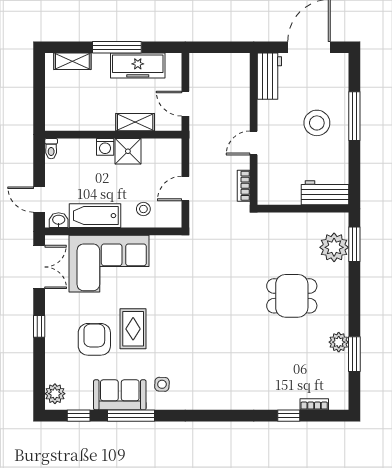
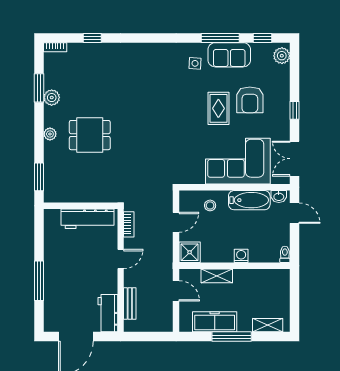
bench: (242, 88) -> (130, 303), added
stool: (317, 123) -> (69, 275), removed
shower: (128, 151) -> (190, 252), moved
workbench: (325, 193) -> (87, 219), moved, width x1.38
plant: (334, 247) -> (50, 134), moved, width x0.53, depth x0.53
bookcase: (314, 404) -> (55, 47), moved

